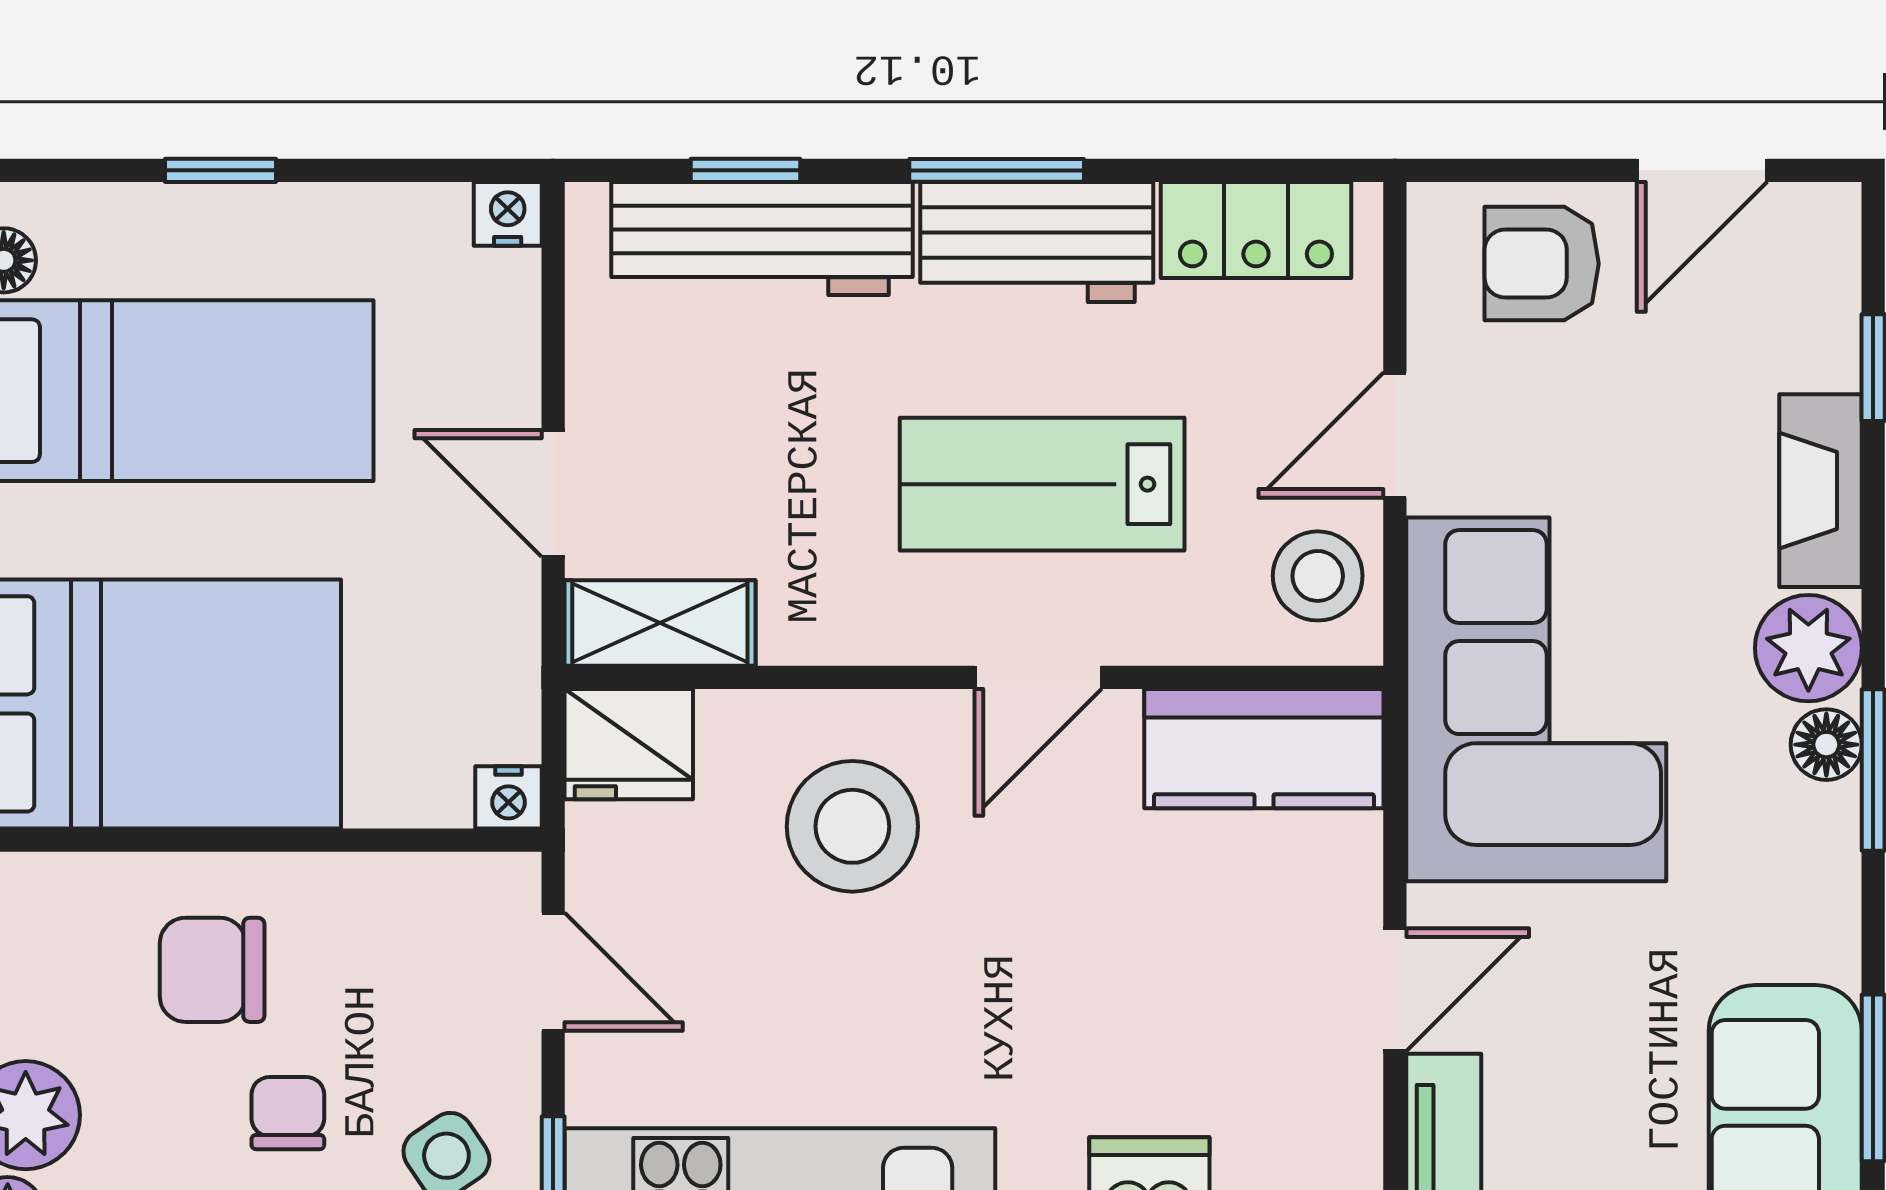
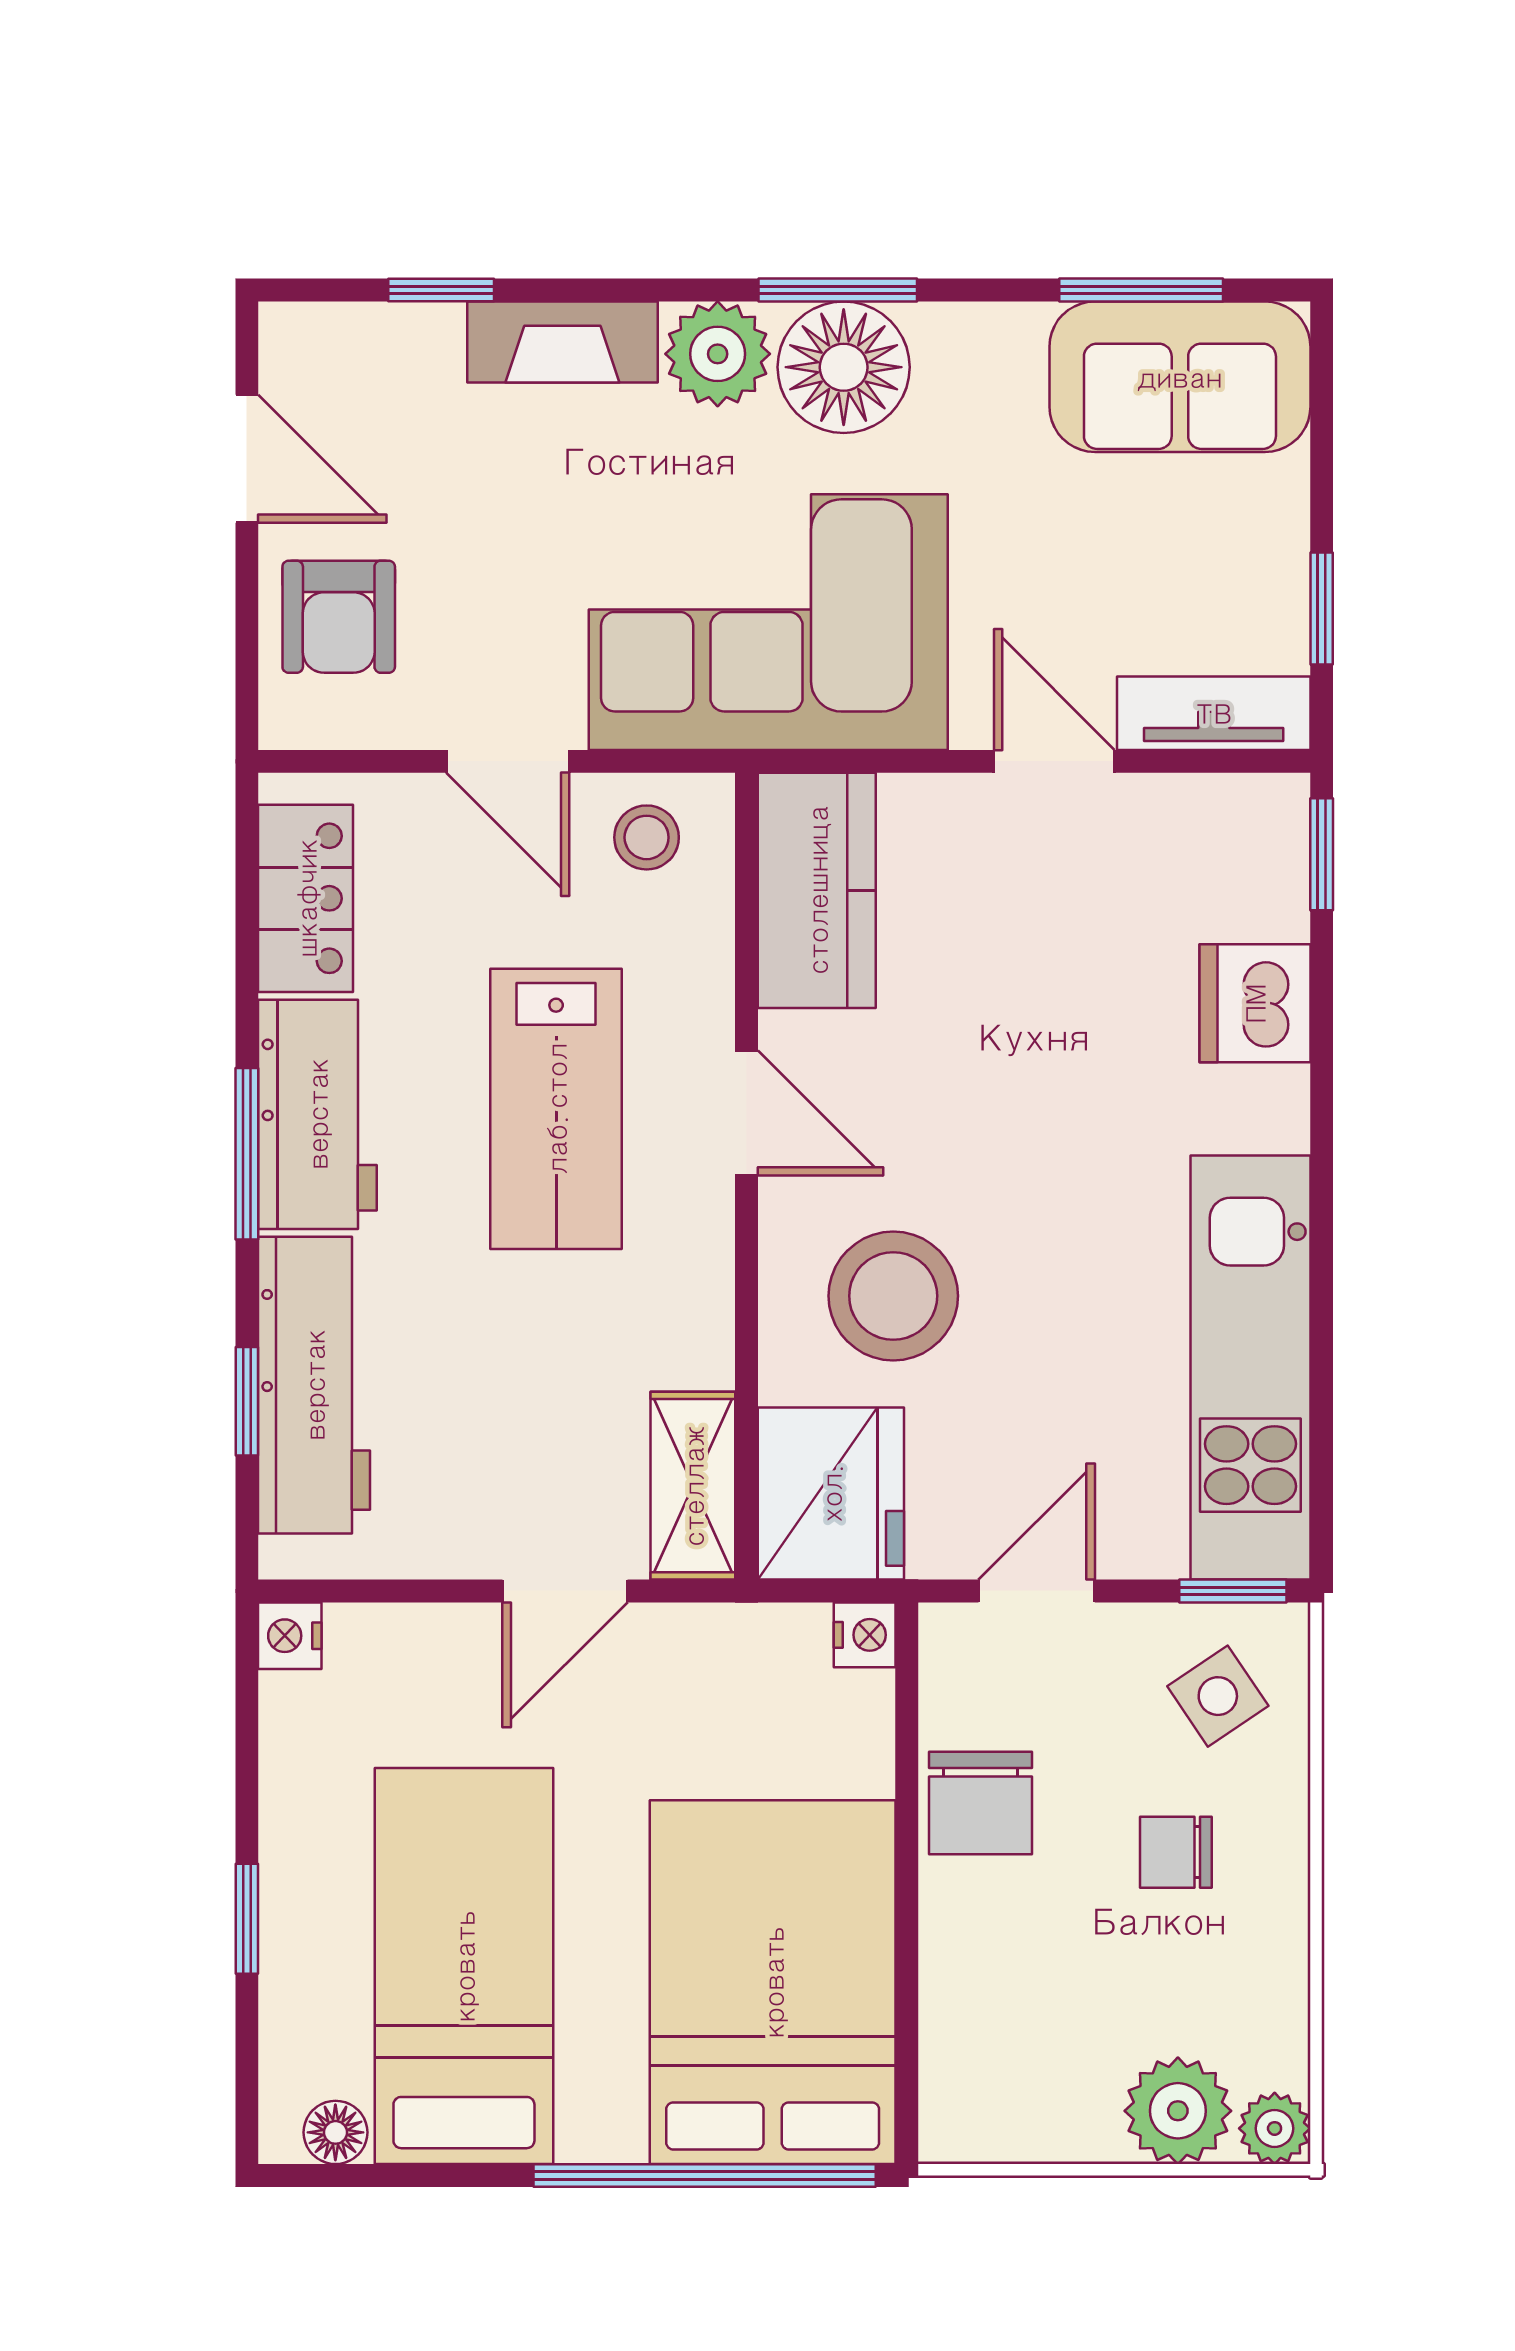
stool: (1318, 576) -> (647, 837), width x0.73, depth x0.73
fridge: (629, 744) -> (831, 1494), width x1.36, depth x1.34
floor lamp: (1826, 745) -> (844, 367), width x1.89, depth x1.89
chair: (212, 970) -> (980, 1803), moved

